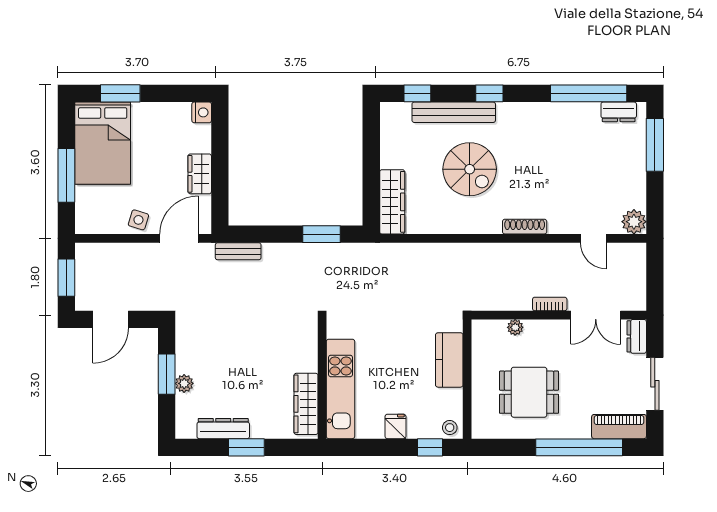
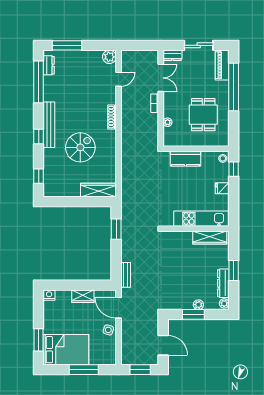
bench: (454, 112) -> (49, 125), moved
plant: (187, 430) -> (224, 303), added

